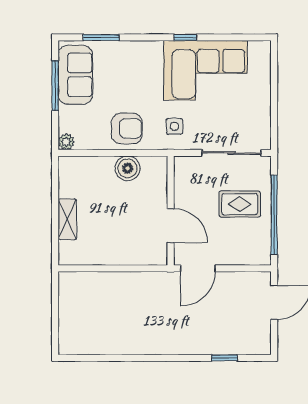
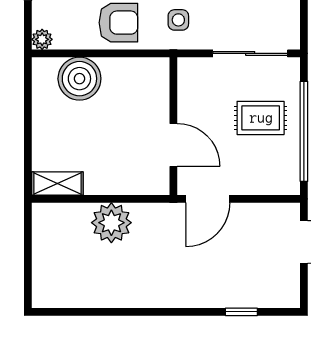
boiler: (128, 168) -> (79, 79), moved, width x1.37, depth x1.37
shelving: (67, 219) -> (57, 184), moved, turned 90
plant: (121, 287) -> (111, 223), added

